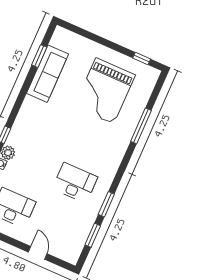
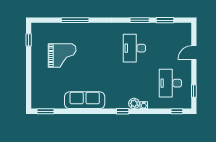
window: (39, 56) -> (46, 111), moved
sofa: (48, 74) -> (85, 100), moved
grand piano: (105, 91) -> (62, 56), width x0.73, depth x0.68

